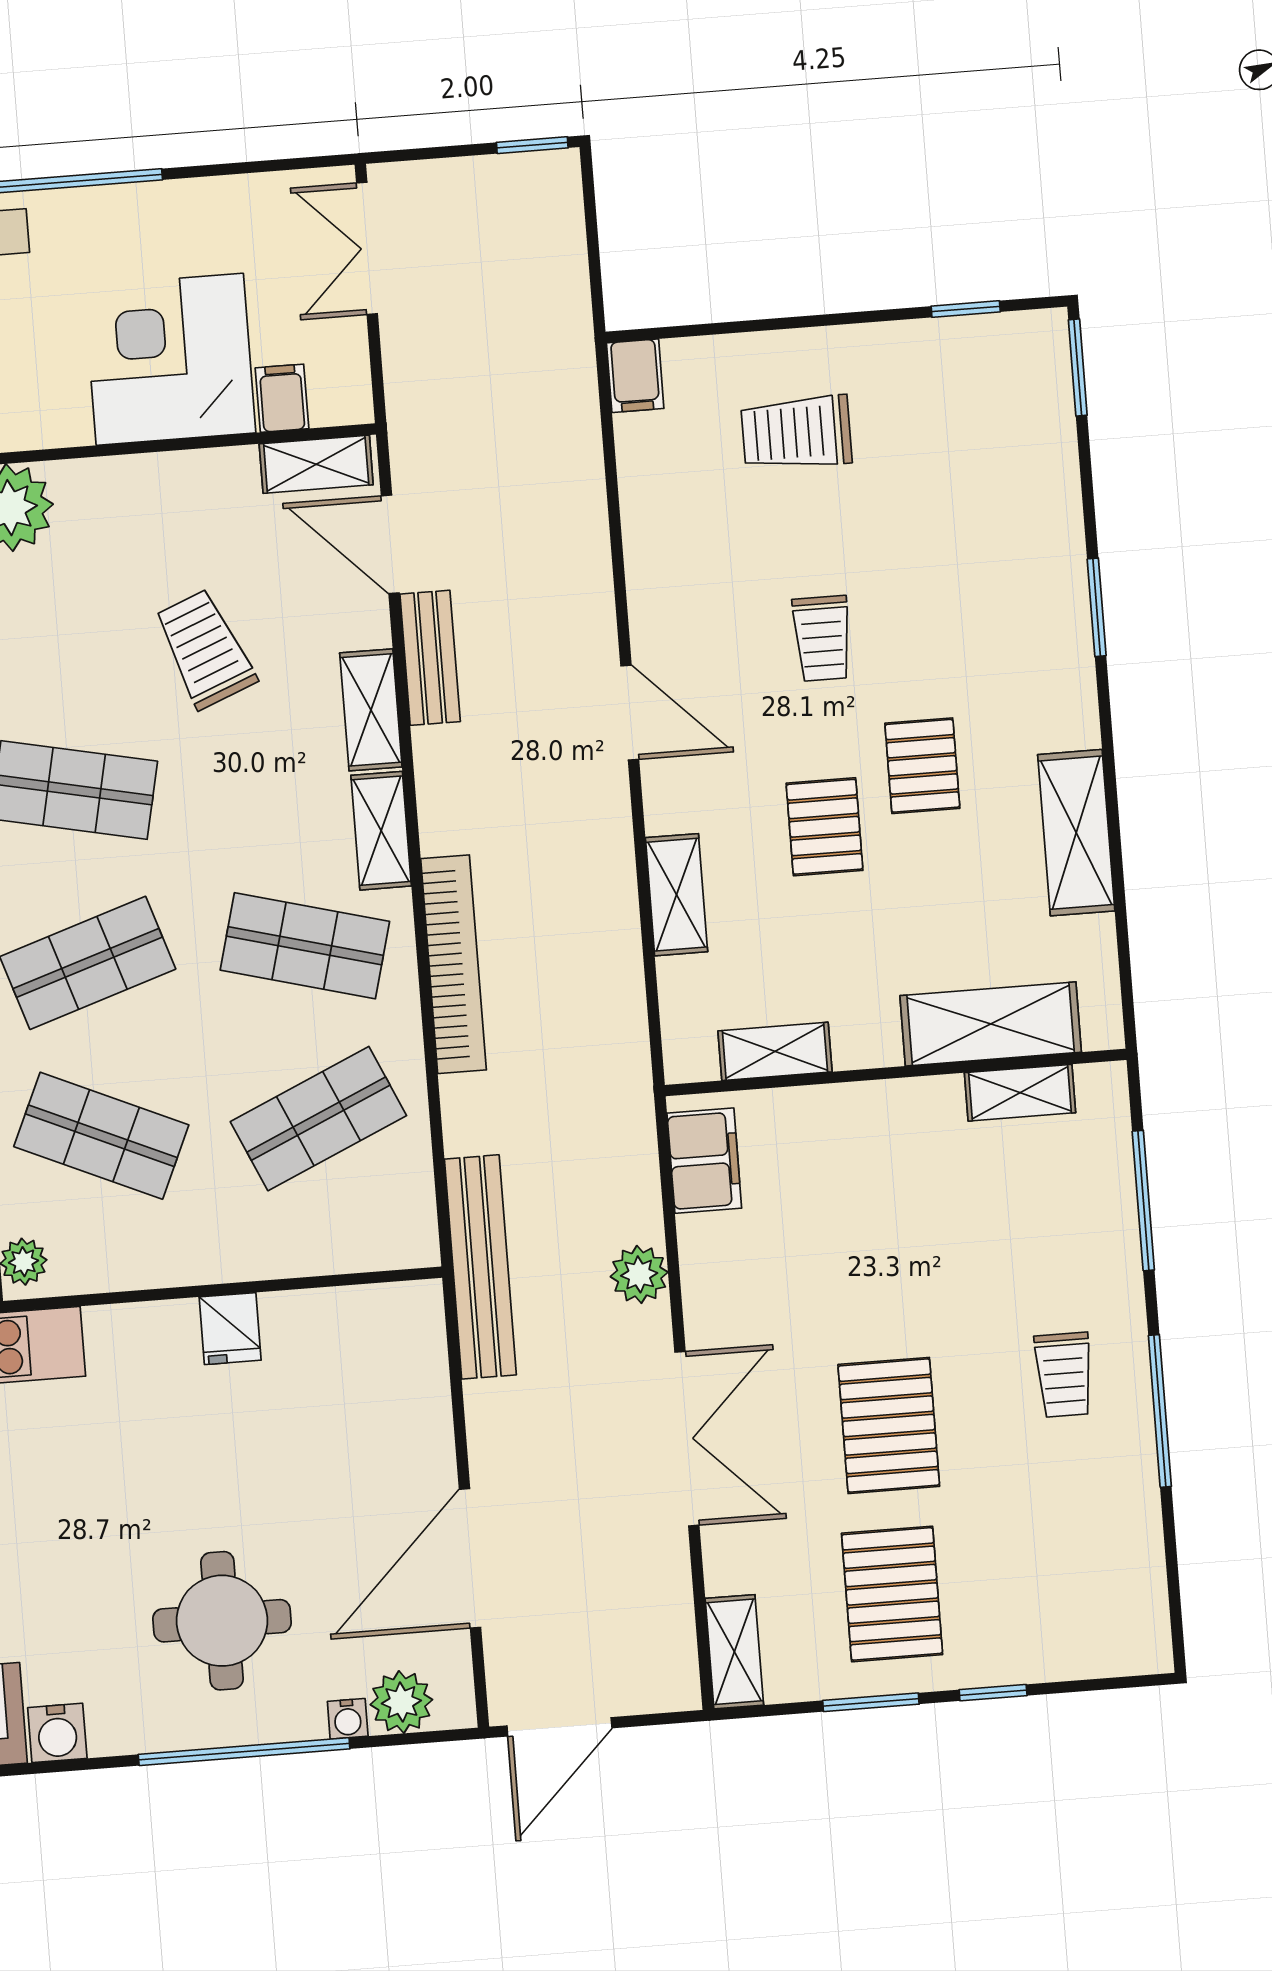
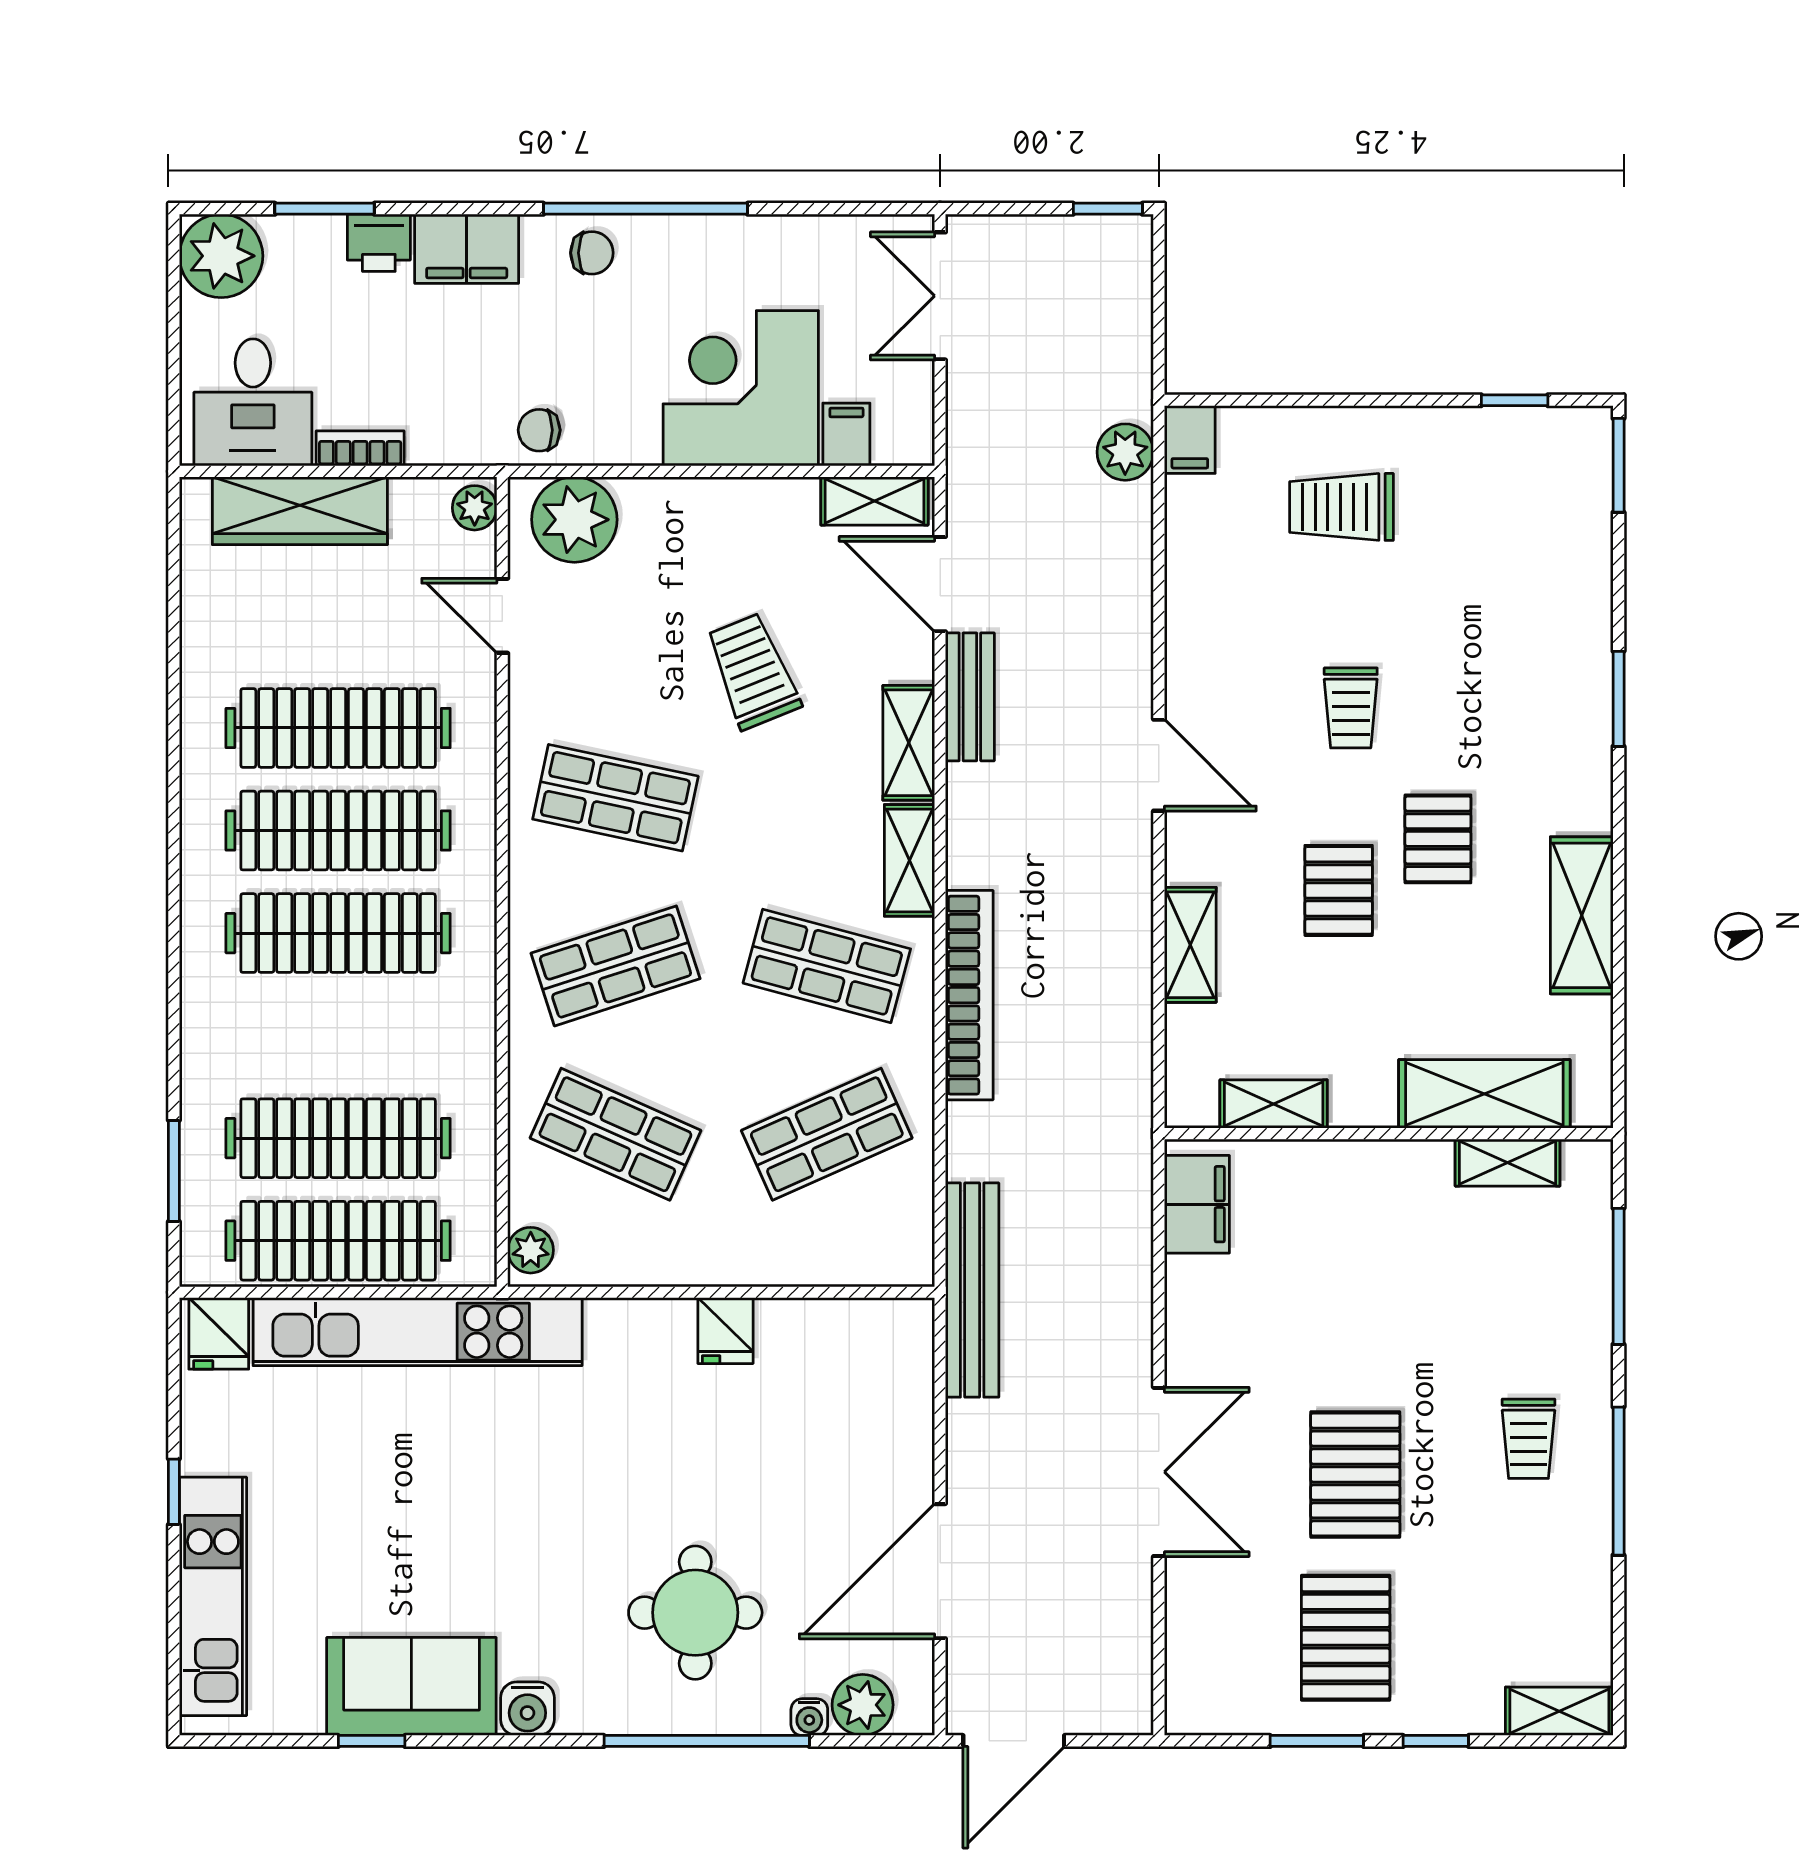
plant: (639, 1274) -> (1125, 452), moved
shelving: (734, 1652) -> (1559, 1711), moved, turned 90

